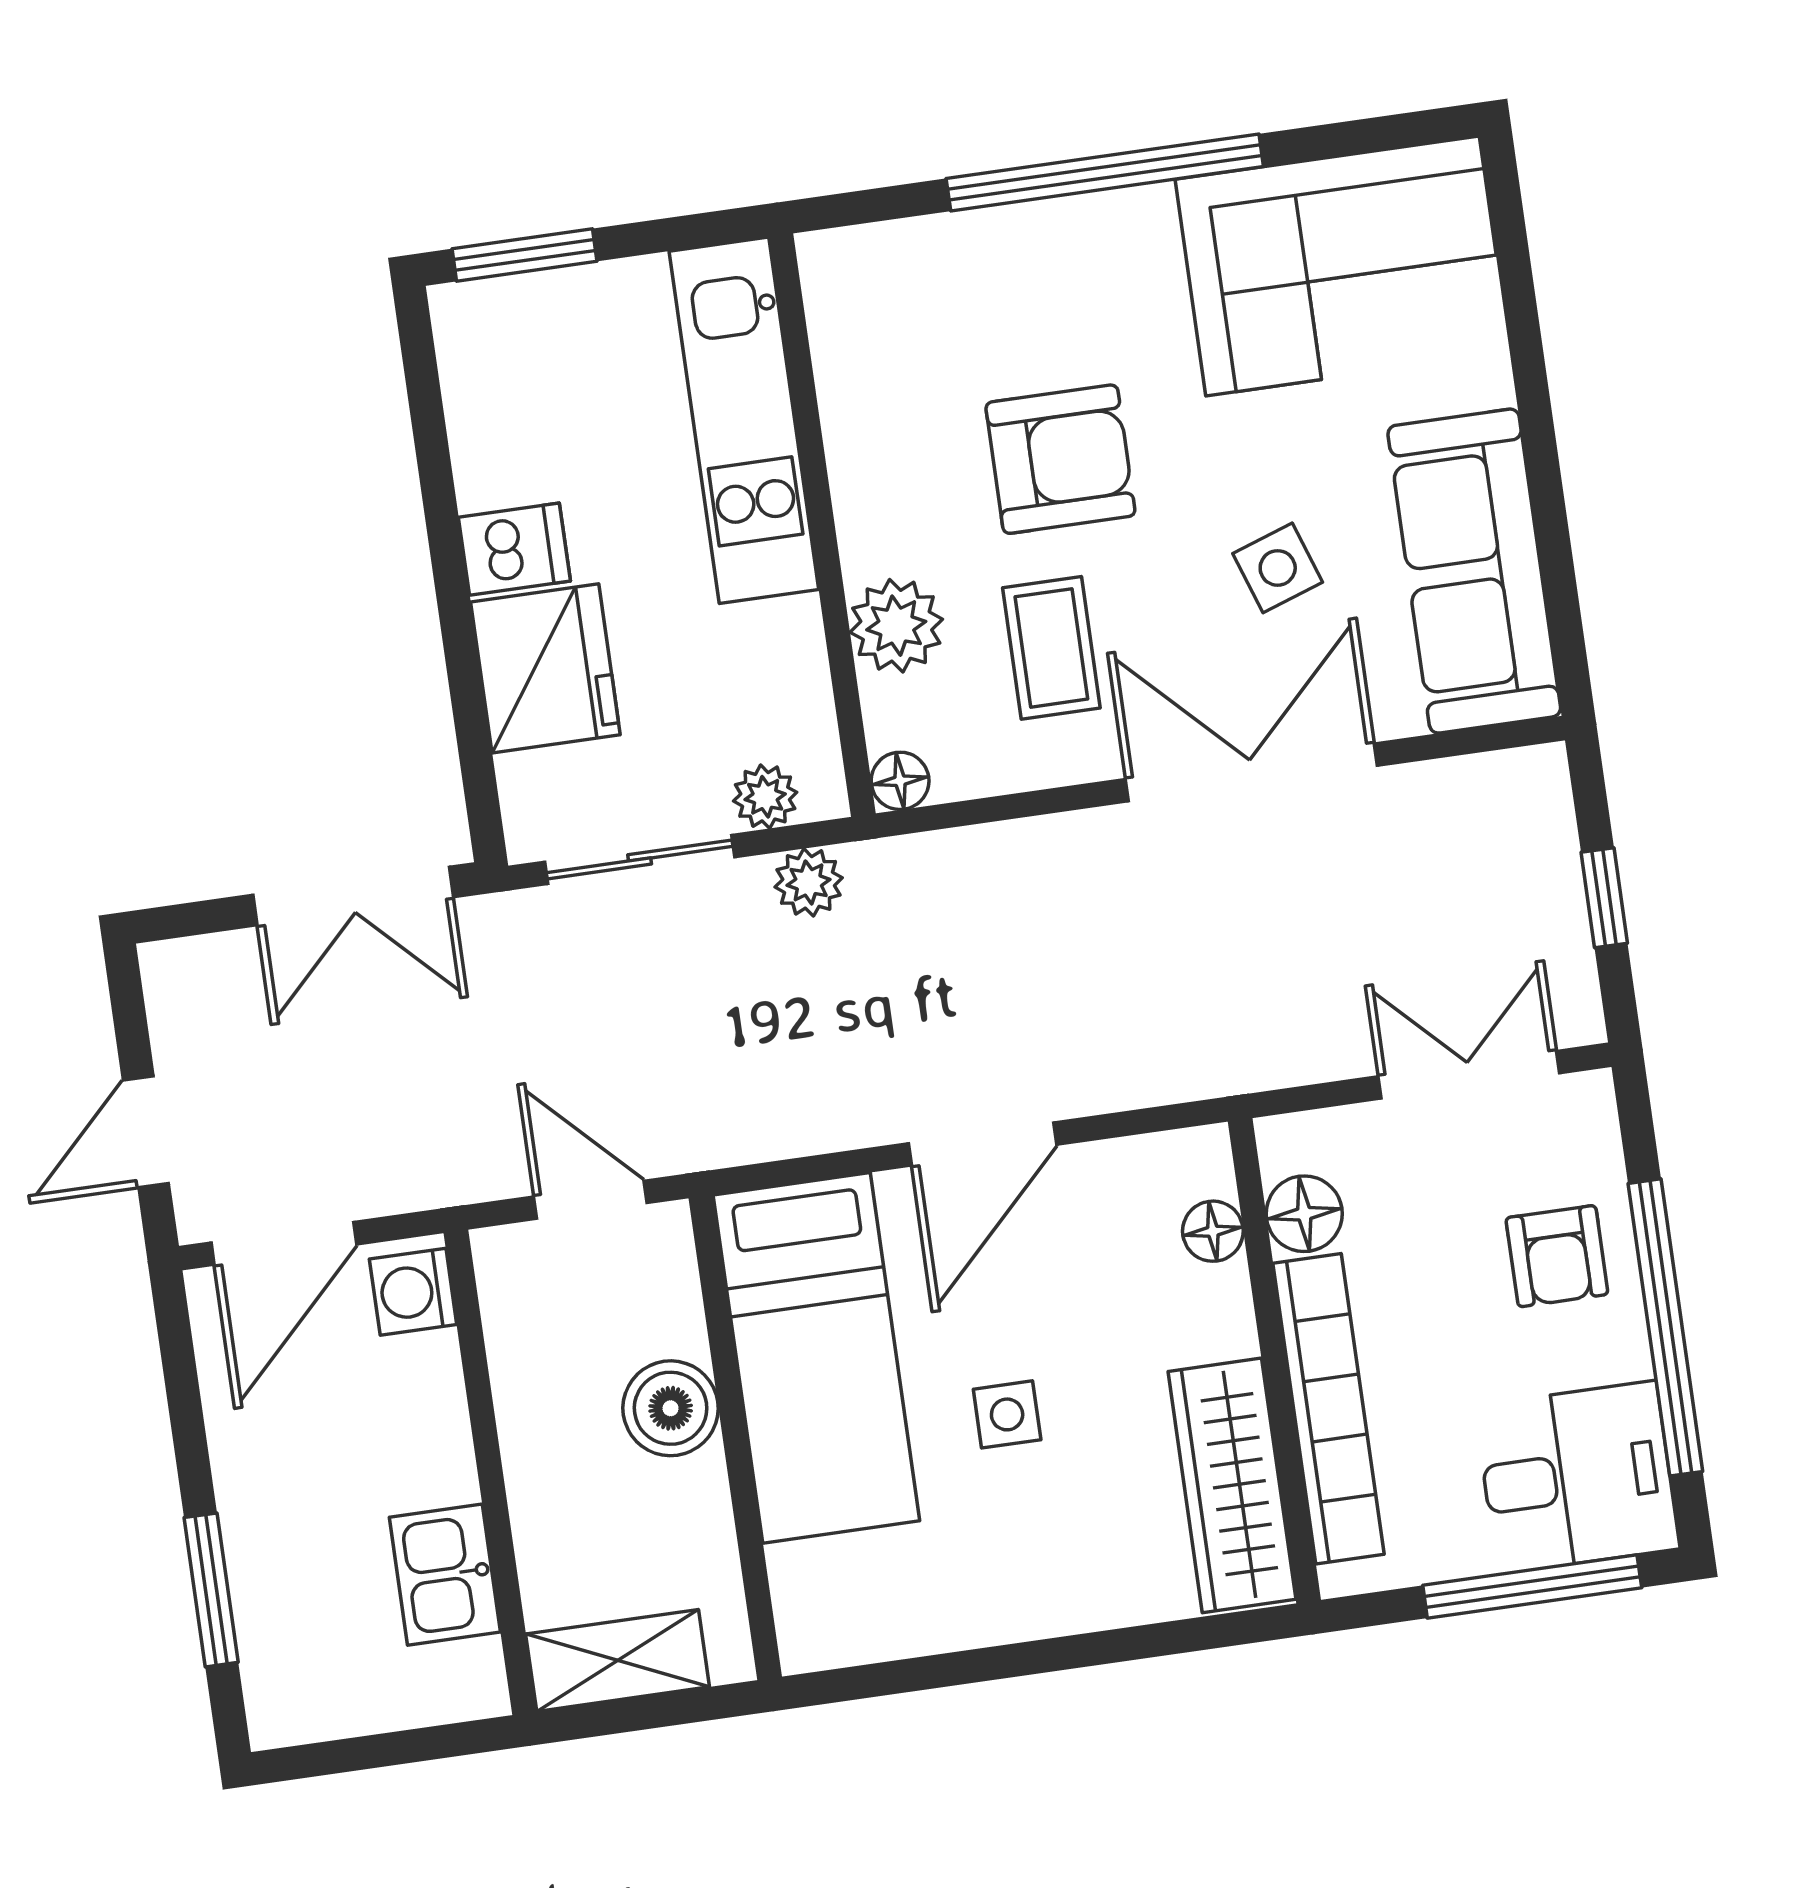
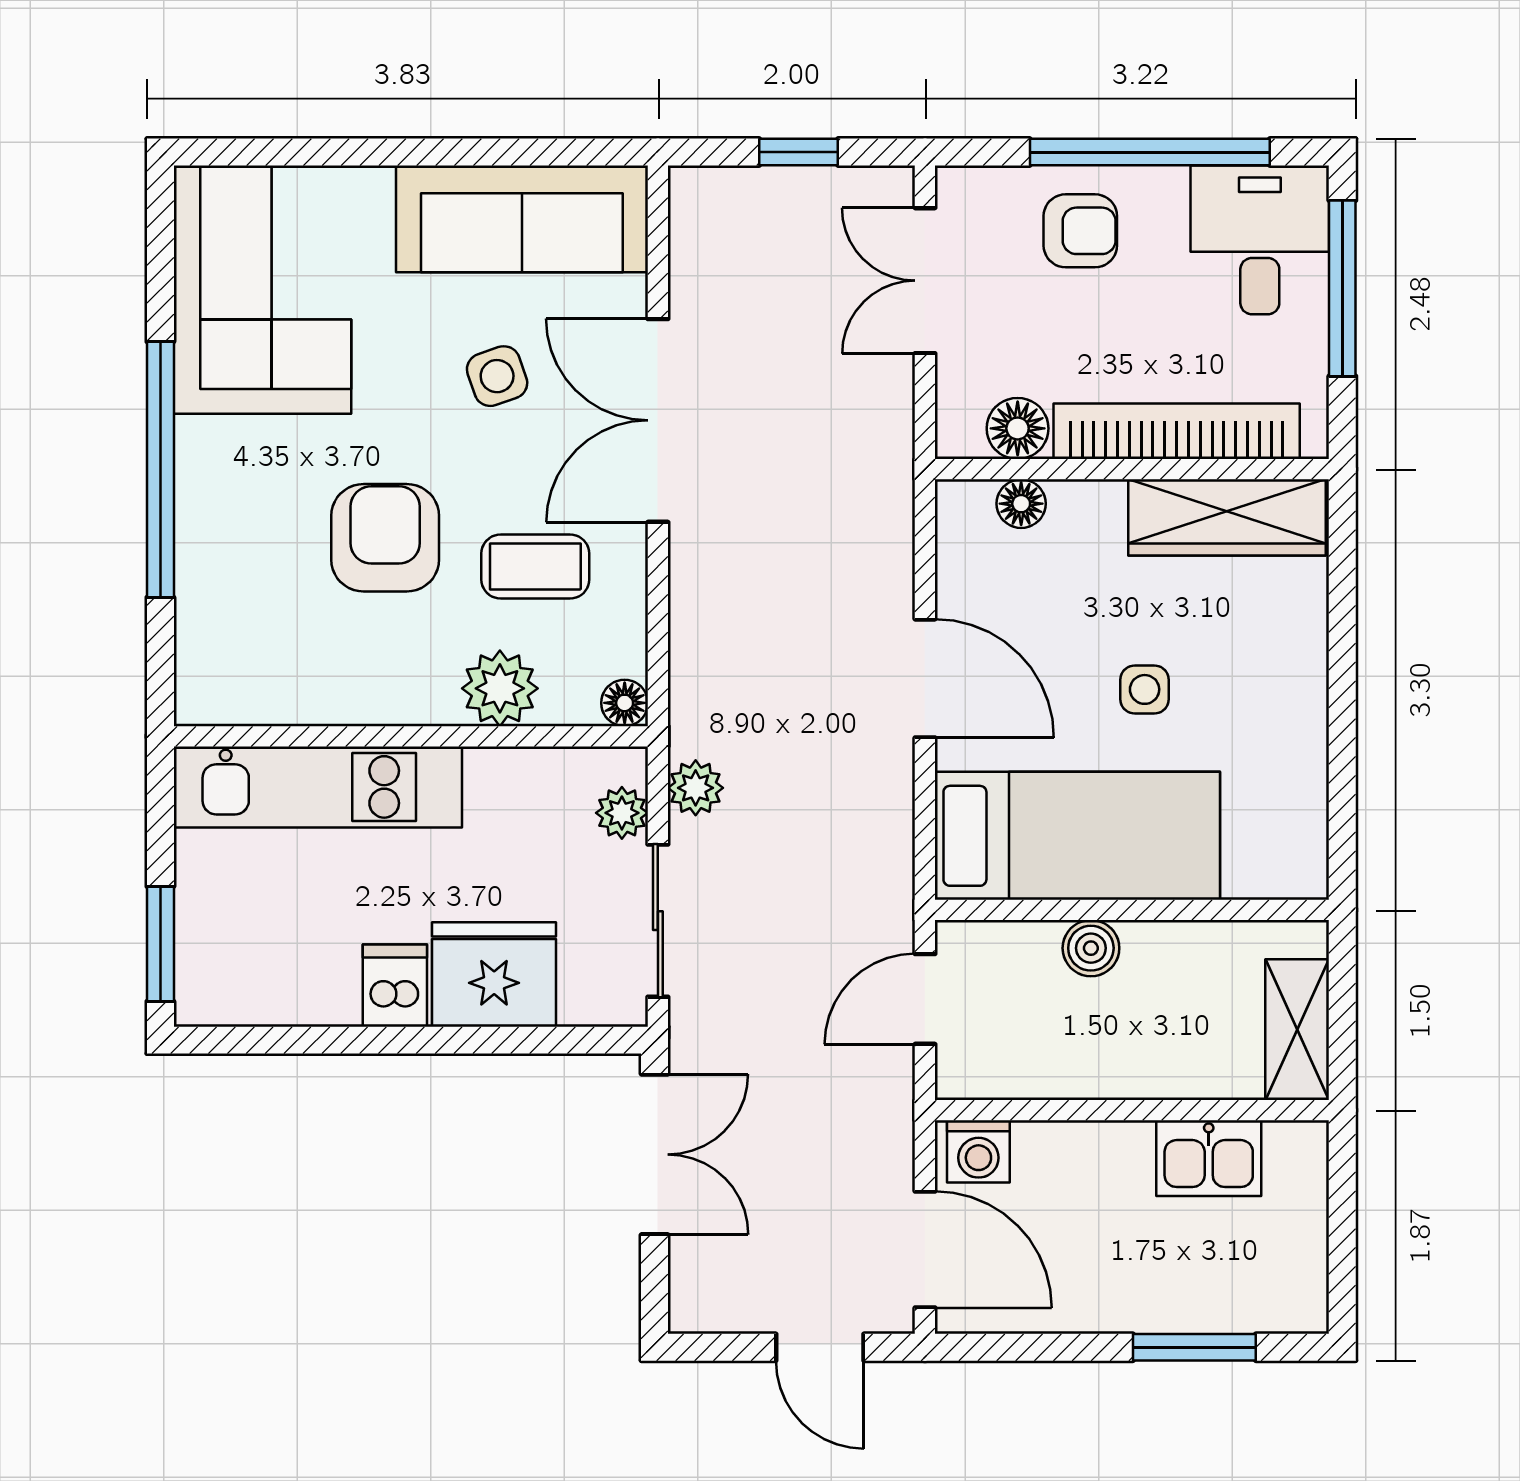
boiler: (671, 1408) -> (1091, 948), width x0.73, depth x0.73

